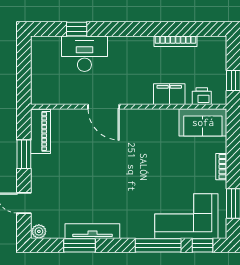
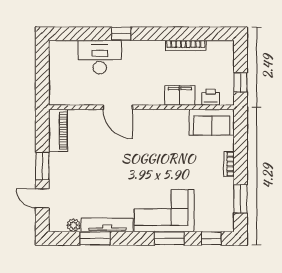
window: (77, 29) -> (121, 34), moved
window: (24, 154) -> (42, 166), moved
corner sofa: (186, 216) -> (164, 211), moved
plant: (39, 231) -> (73, 225), moved
window: (158, 245) -> (169, 238), width x0.69

